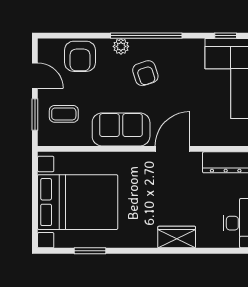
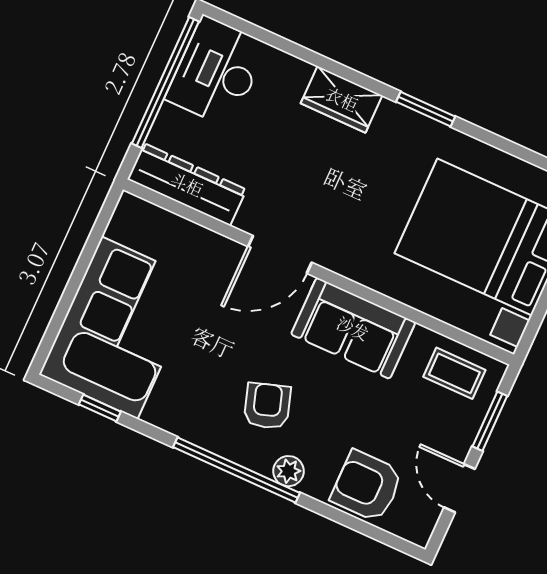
armchair: (80, 56) -> (367, 486), turned -90
coffee table: (64, 114) -> (454, 373), moved
window: (90, 251) -> (426, 109), moved

